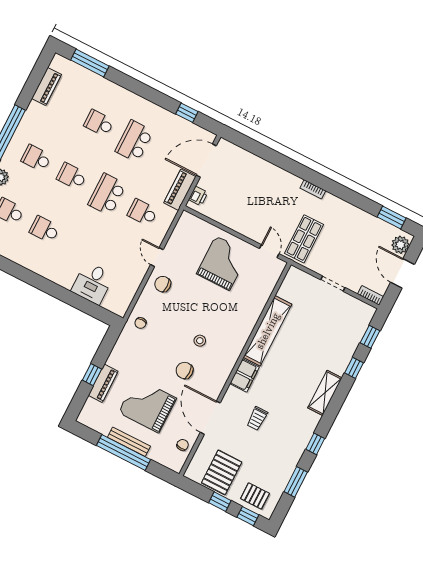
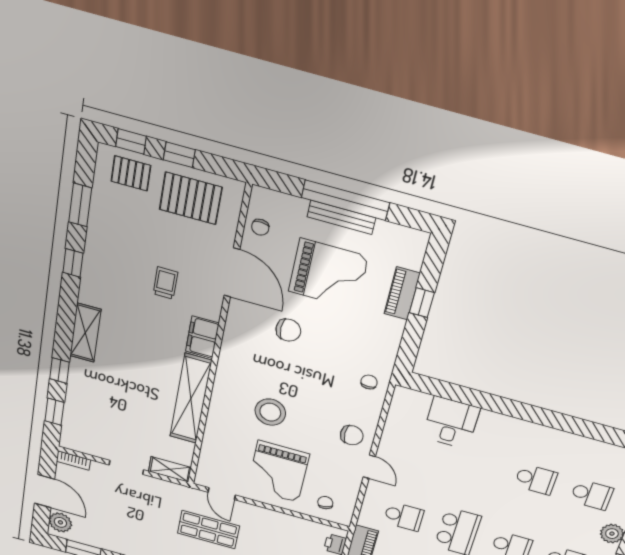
chair: (196, 232) -> (325, 503), added
shop shelf: (304, 239) -> (208, 530), moved, turned 90
shelving: (301, 277) -> (170, 469), added
stool: (200, 341) -> (270, 412), moved, width x1.89, depth x1.89
pallet: (222, 472) -> (191, 198), turned 90

